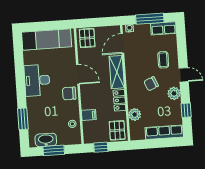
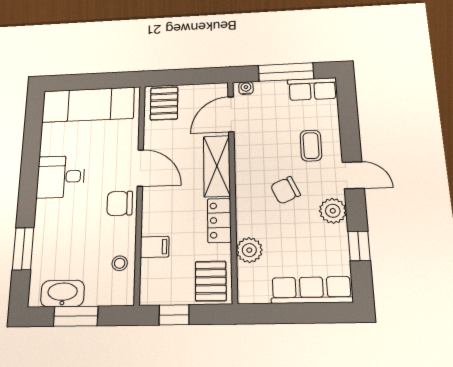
desk: (37, 80) -> (61, 177), width x0.73

